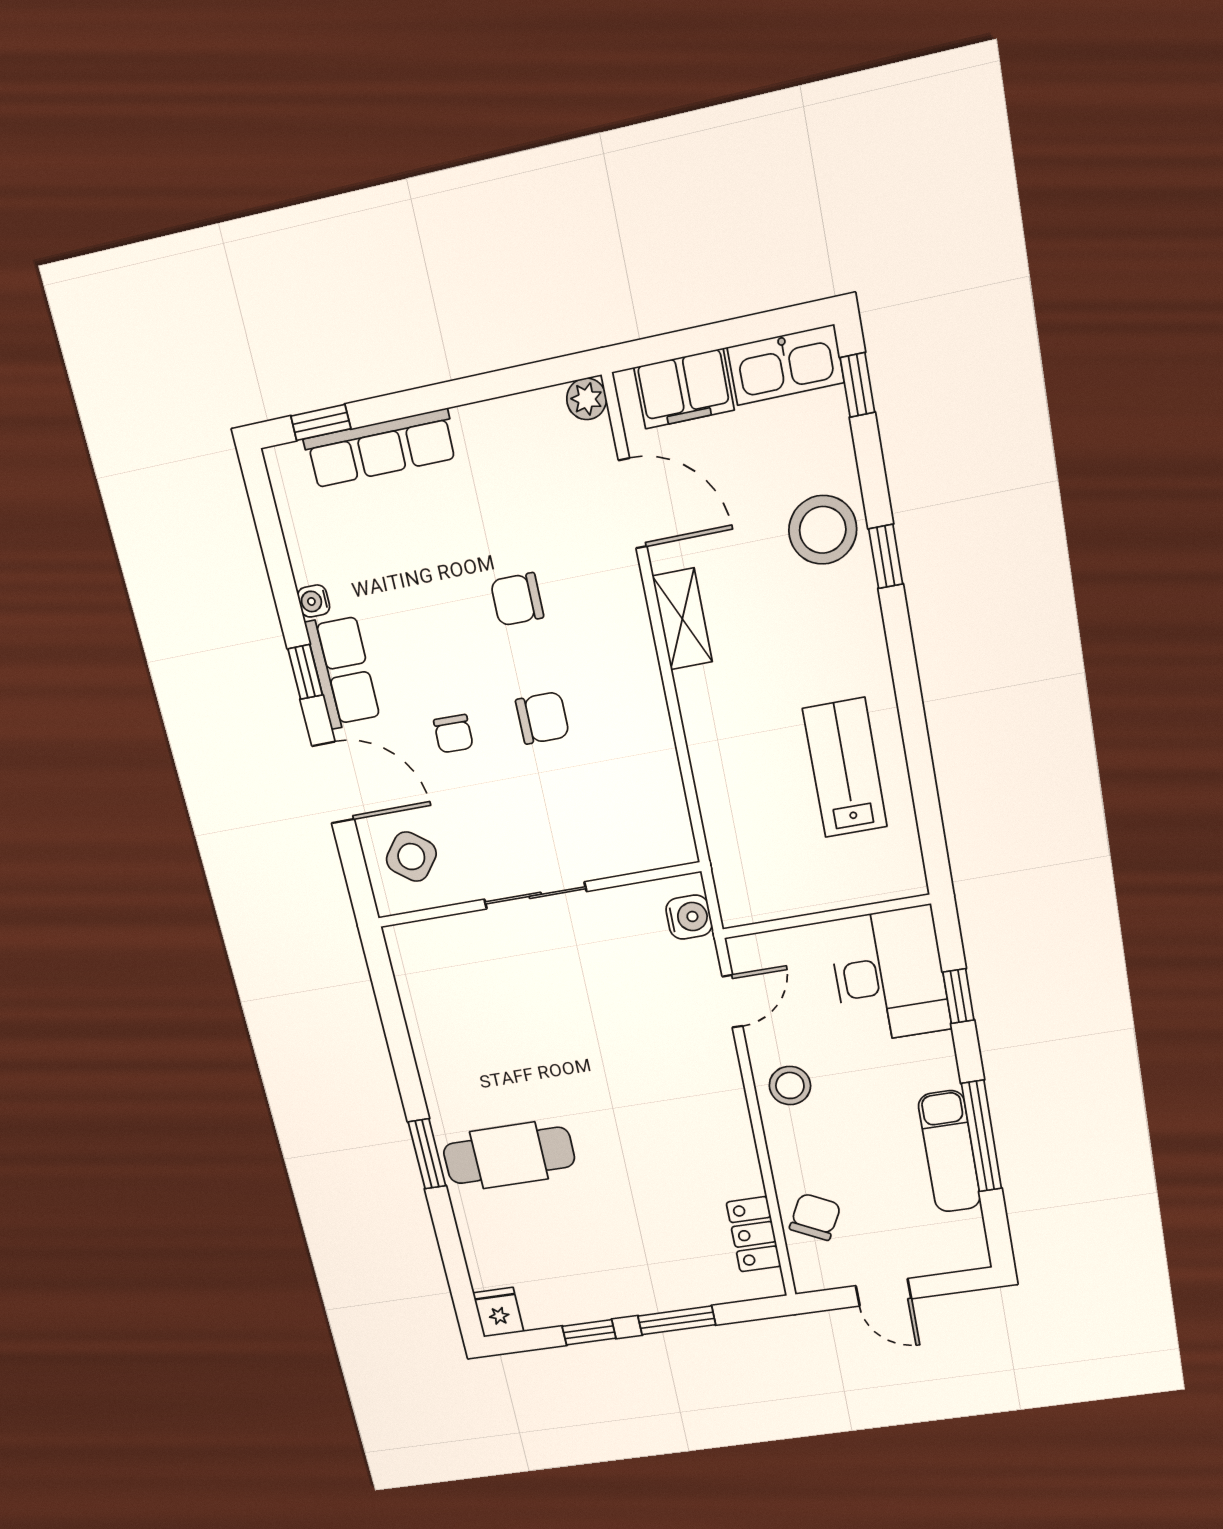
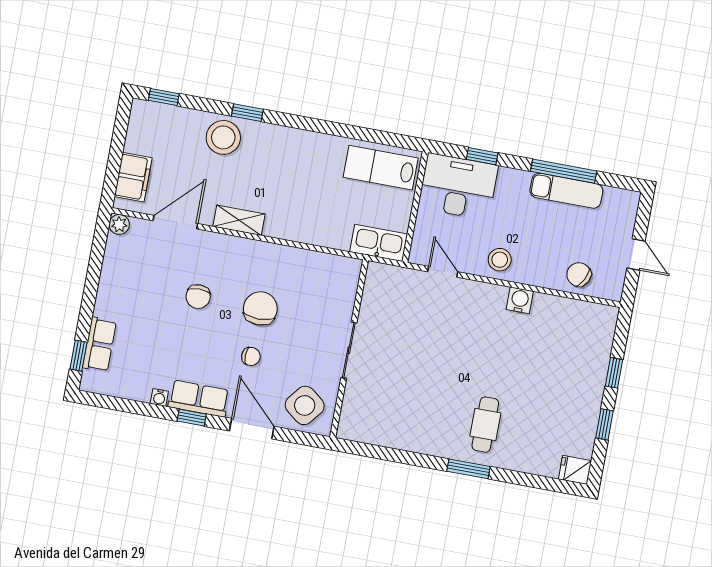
kitchen sink: (786, 365) -> (379, 243), moved, turned -90
row of seats: (380, 448) -> (99, 344), width x0.68
chair: (542, 718) -> (260, 308), width x1.37, depth x1.37
lab bench: (845, 768) -> (381, 168), moved
door: (333, 783) -> (252, 429), hinge flipped
side table: (411, 857) -> (305, 405), width x1.37, depth x1.37
water cooler: (689, 917) -> (520, 300), moved
cafe table: (509, 1155) -> (485, 425), width x0.73, depth x0.74
locker: (754, 1234) -> (578, 311), removed
door: (884, 1292) -> (636, 254), hinge flipped
window: (677, 1320) -> (614, 373), width x0.67

